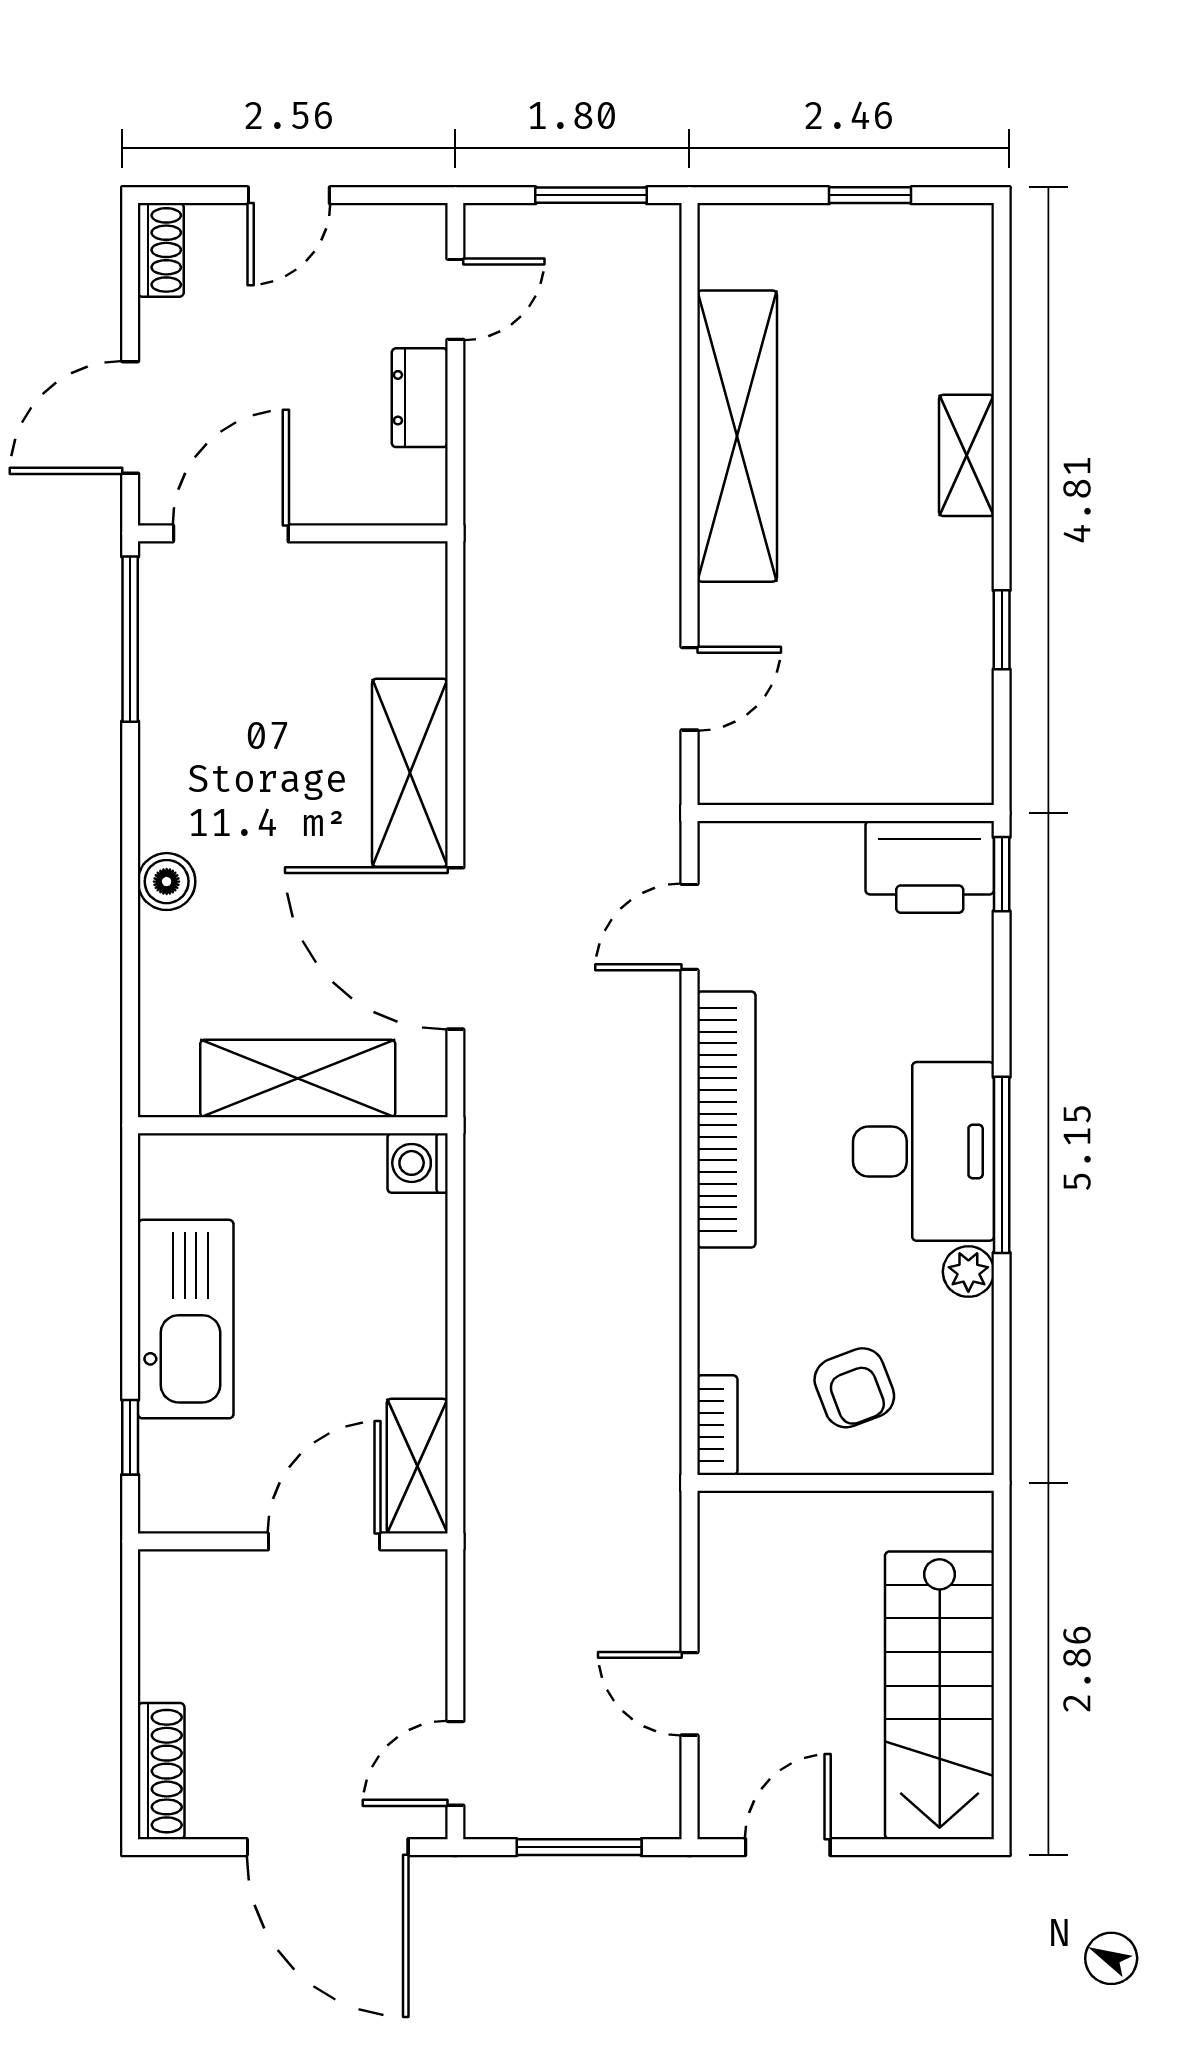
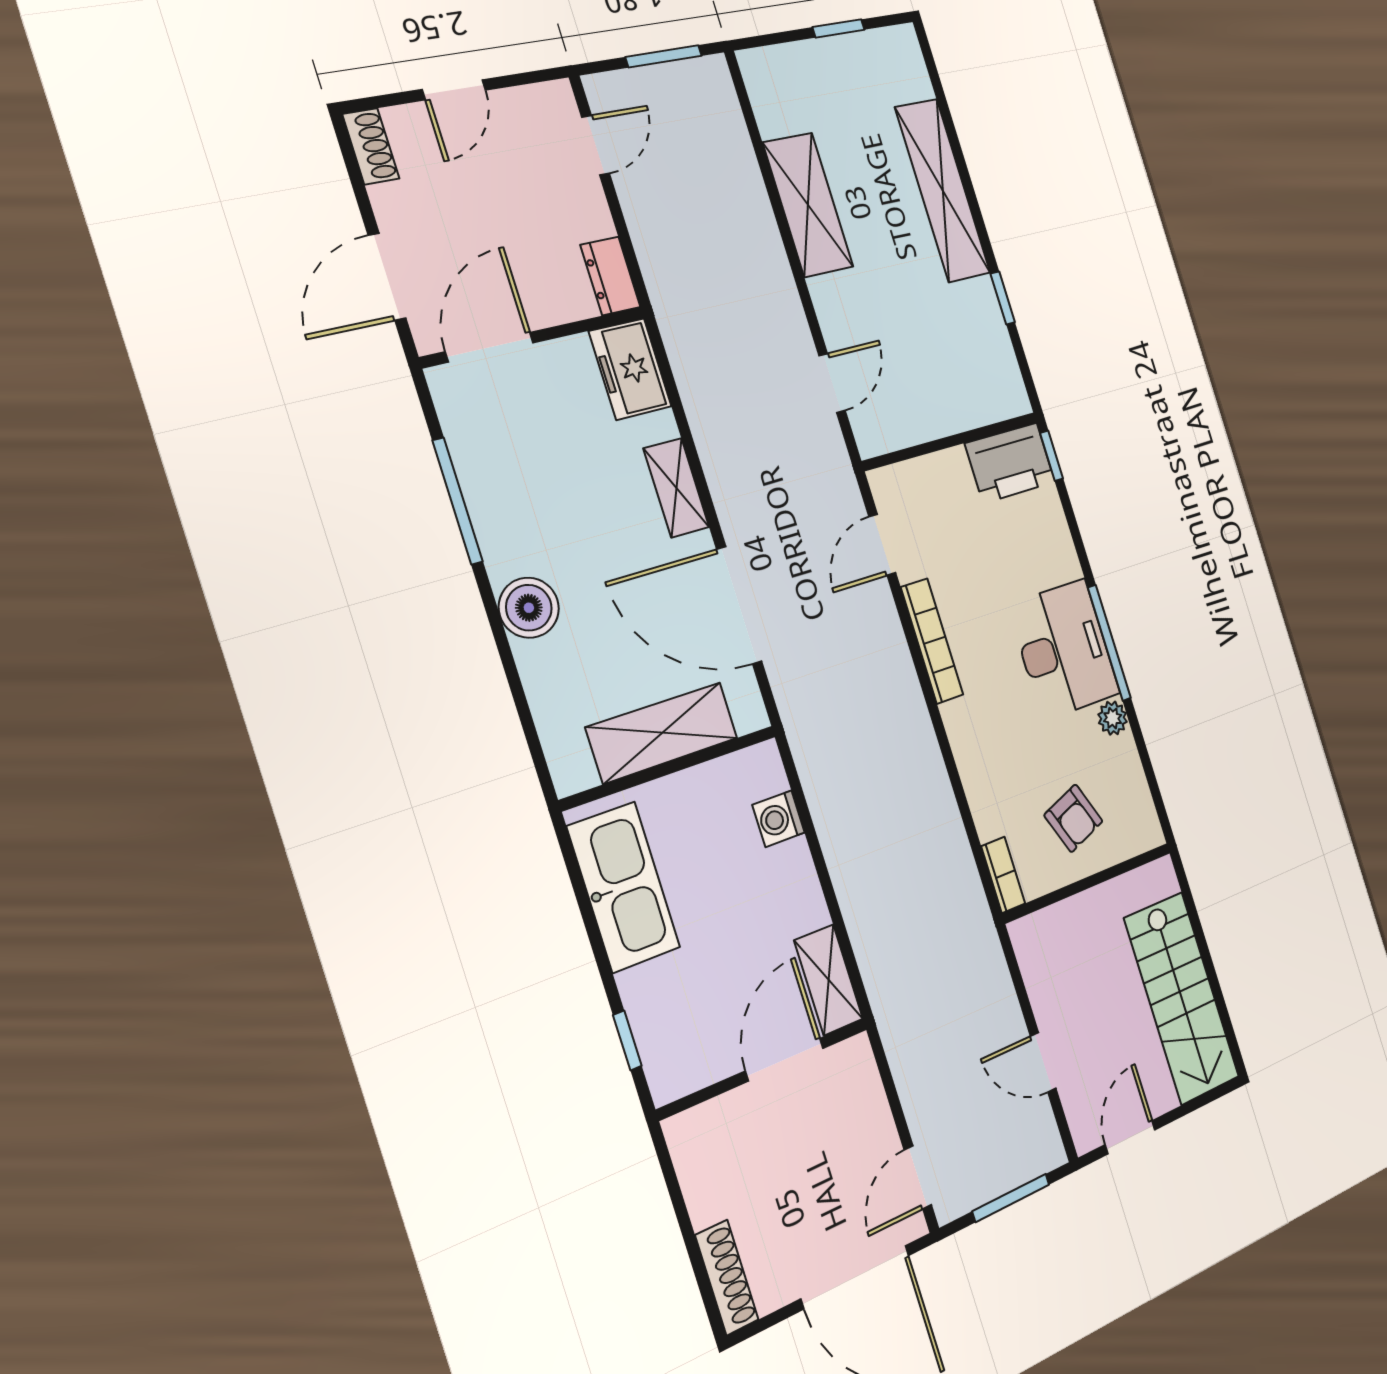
dresser: (420, 398) -> (610, 276), moved
shelving: (737, 436) -> (808, 205), width x0.68
shelving: (966, 455) -> (943, 190), width x2.20, depth x1.33
freezer: (407, 603) -> (630, 369), added
window: (130, 639) -> (458, 501), moved
shelving: (410, 773) -> (676, 488), width x0.67, depth x0.75
boiler: (167, 882) -> (529, 608), width x1.36, depth x1.36
bookcase: (726, 1119) -> (932, 641), width x0.68, depth x0.76
washing machine: (418, 1163) -> (779, 819), moved
kitchen sink: (186, 1319) -> (624, 887), moved

